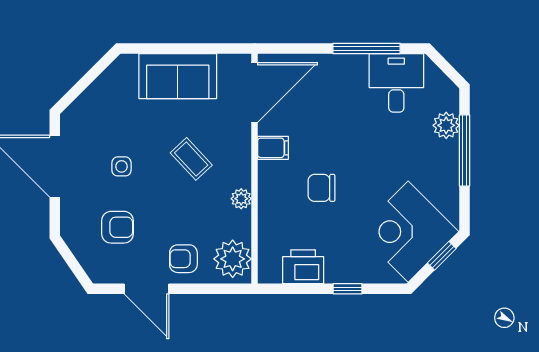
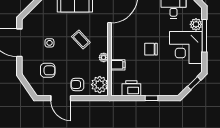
filing cabinet: (273, 148) -> (118, 65), moved
chair: (321, 188) -> (151, 49), moved
corner desk: (408, 232) -> (186, 47), moved, turned -45

